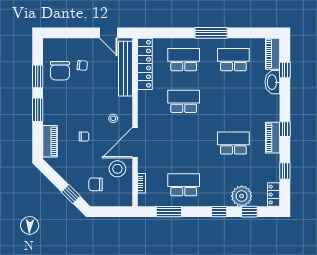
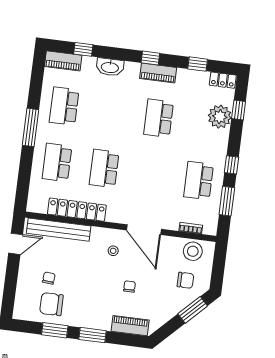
locker: (145, 64) -> (77, 210), moved
chair: (60, 71) -> (51, 304), turned 180
washbasin: (272, 82) -> (110, 67), moved
stool: (117, 169) -> (193, 251), moved
chair: (96, 184) -> (185, 280), turned -90
window: (71, 194) -> (193, 310), width x1.50
window: (219, 212) -> (232, 165), moved

